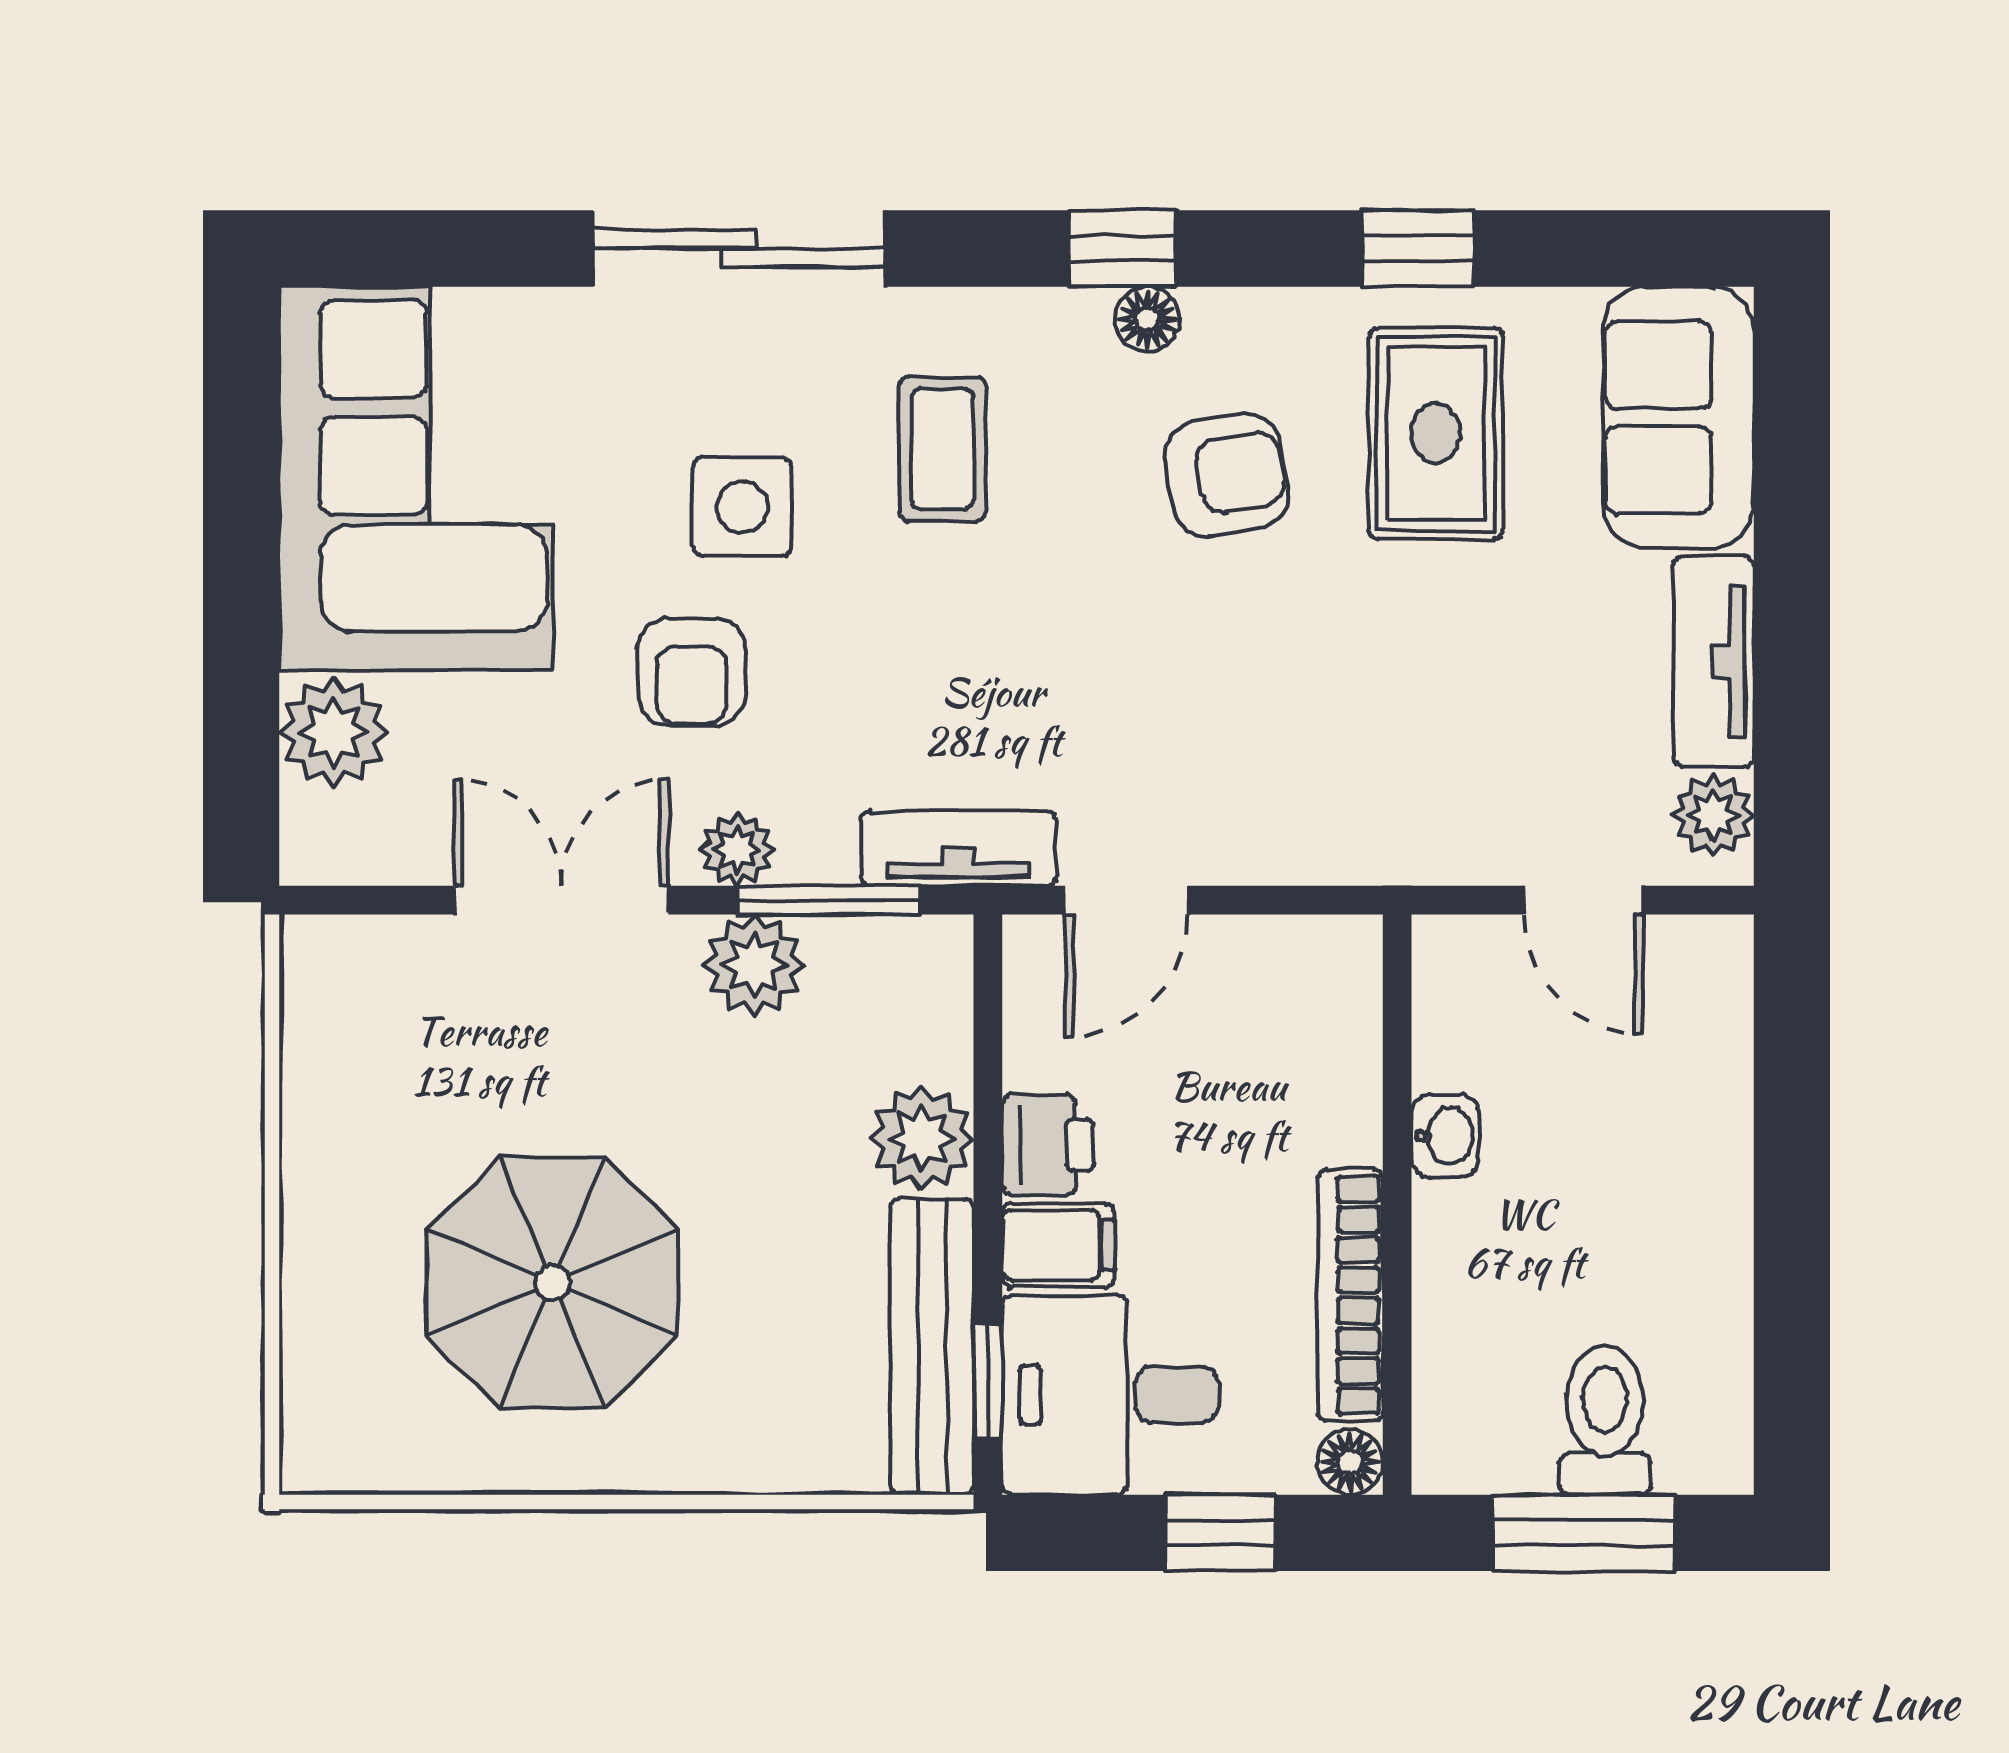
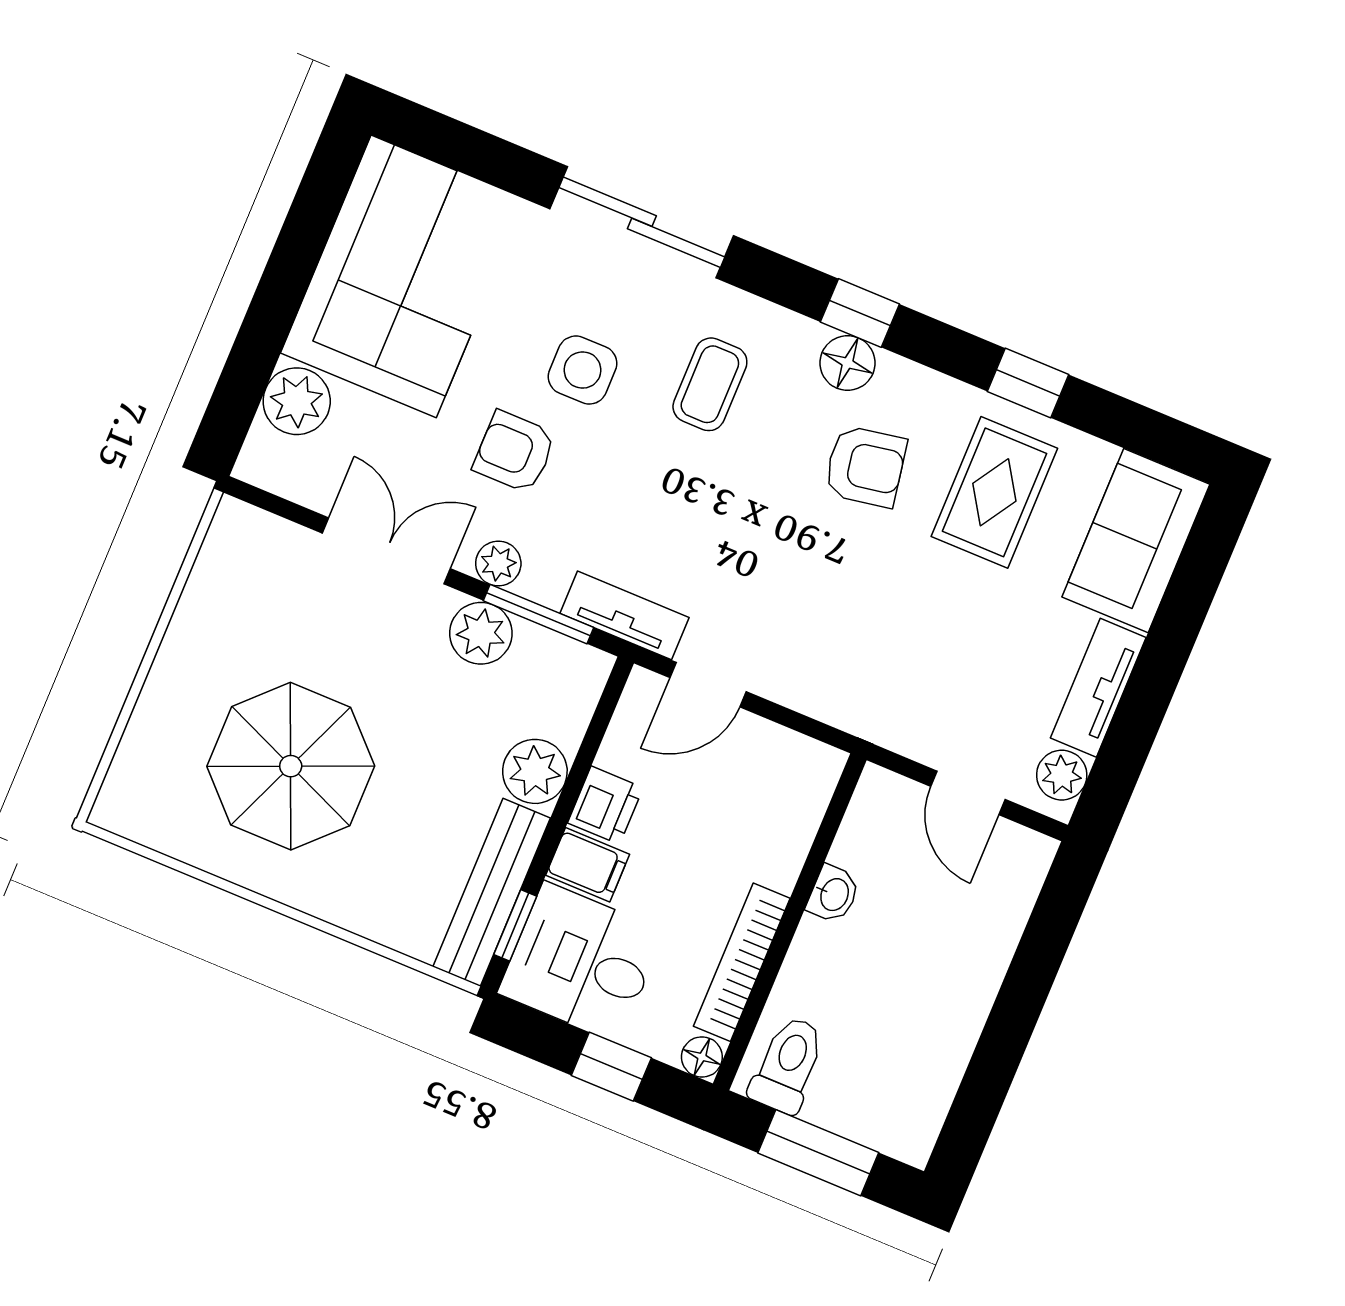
floor lamp: (1147, 319) -> (848, 363), width x1.37, depth x1.37
armchair: (692, 672) -> (515, 452), turned 90
toilet: (1605, 1420) -> (788, 1065), moved

